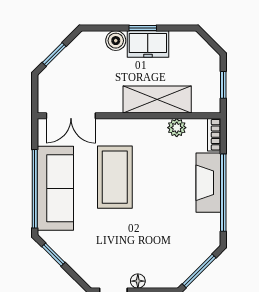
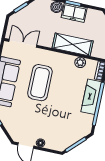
double door: (71, 116) -> (23, 43), swing flipped

